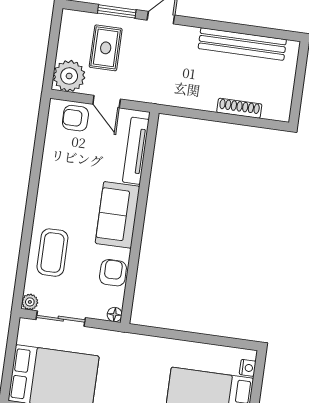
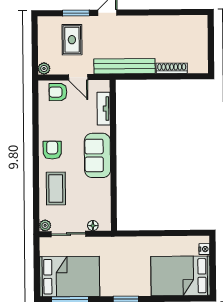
bench: (242, 44) -> (125, 66), moved
plant: (69, 76) -> (44, 68), width x0.53, depth x0.53
tv unit: (136, 151) -> (104, 109), width x0.71
armchair: (113, 273) -> (52, 150), moved
floor lamp: (115, 315) -> (93, 226), moved

